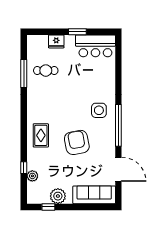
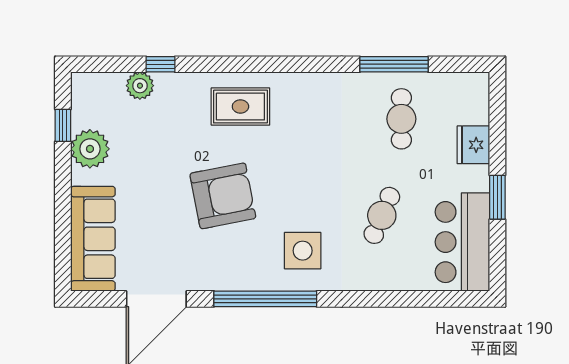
cafe table: (85, 78) -> (382, 215), added

